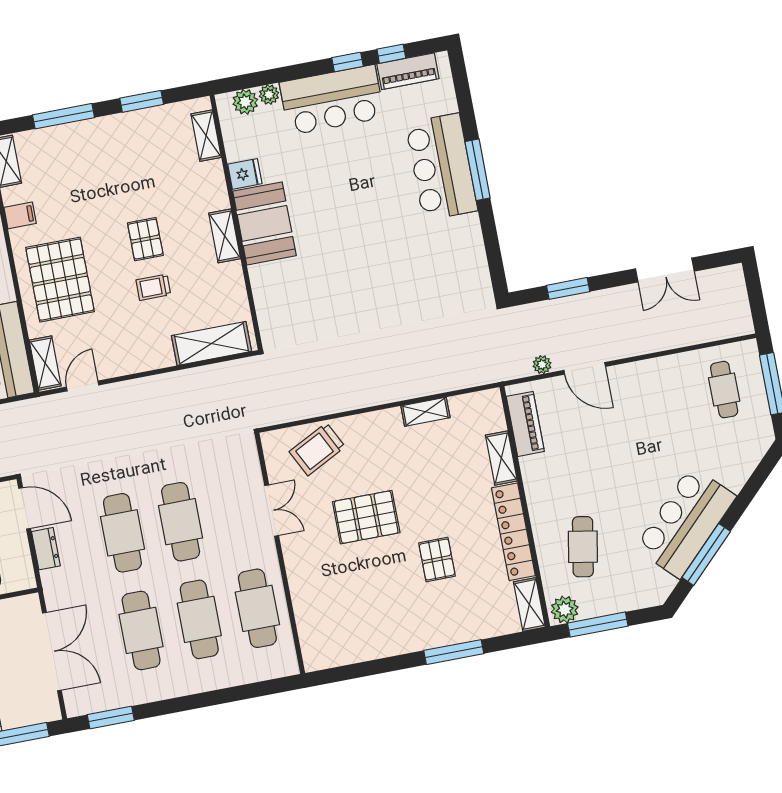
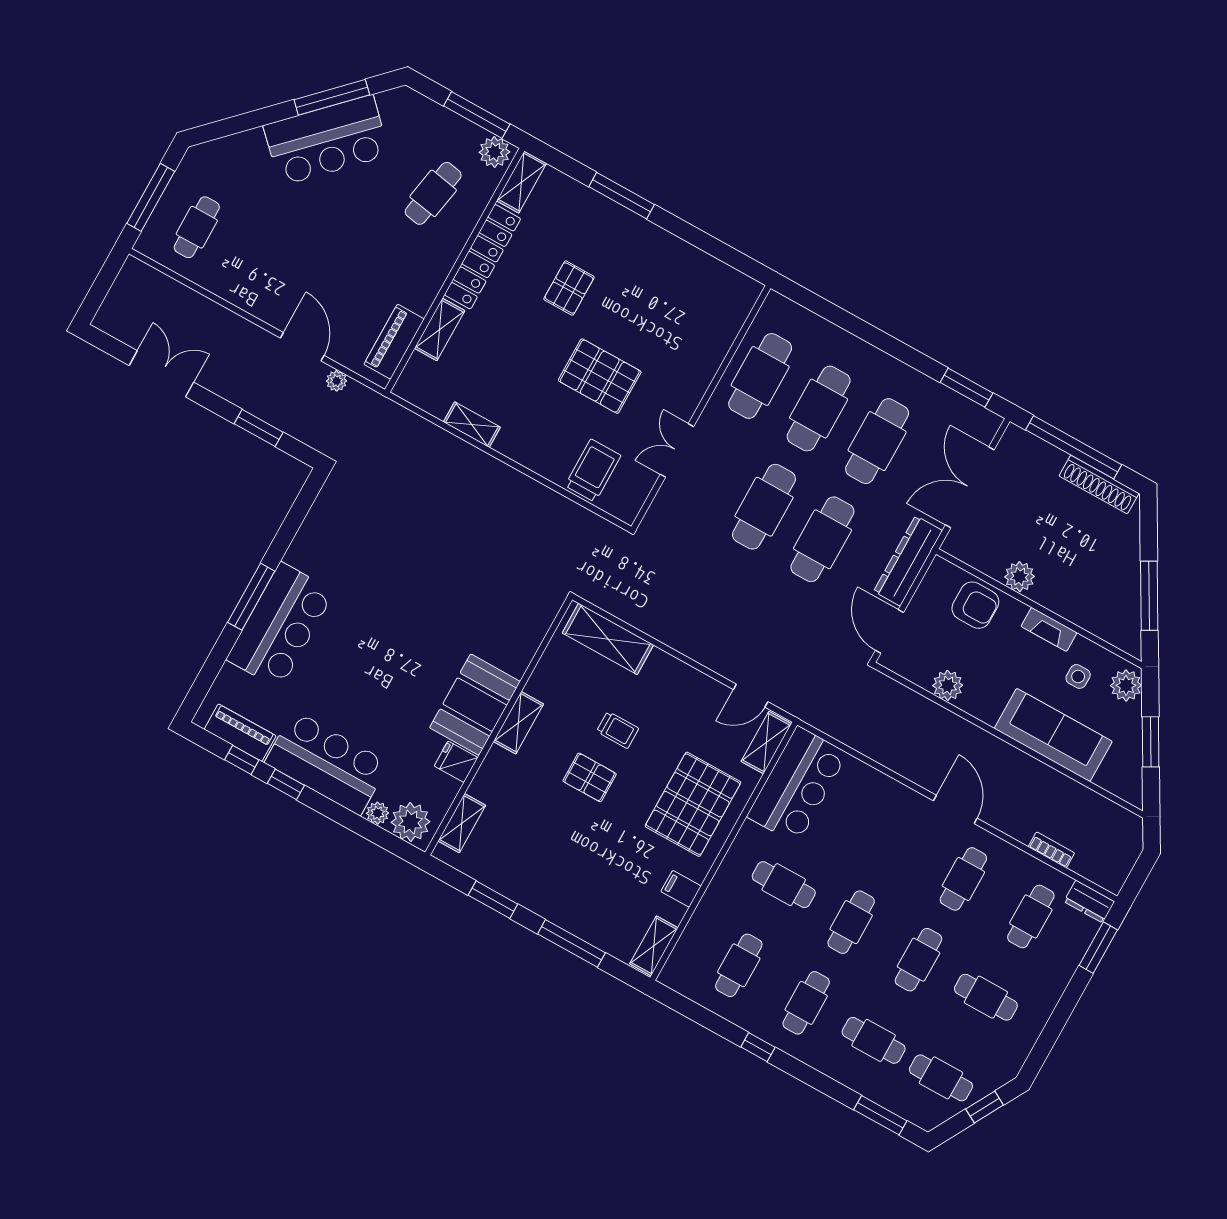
plant: (245, 102) -> (410, 822), width x1.36, depth x1.36
pallet: (145, 239) -> (590, 777), turned 90
trolley: (317, 449) -> (593, 471), turned -63
dresser: (46, 549) -> (908, 561), width x1.96, depth x1.24

